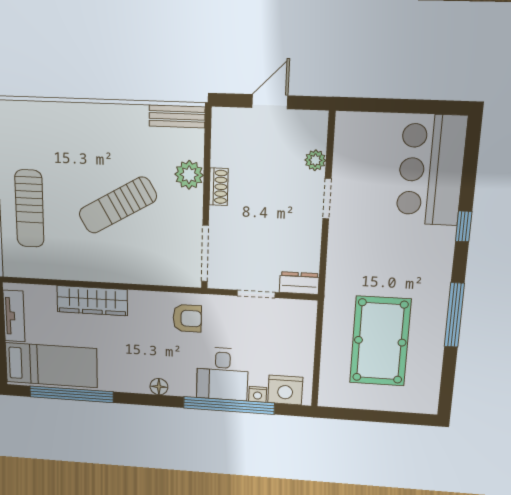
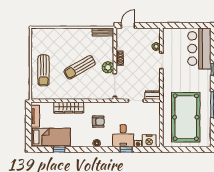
door: (270, 102) -> (128, 25), moved
plant: (189, 175) -> (108, 67), moved
armchair: (187, 318) -> (98, 122), moved
pool table: (380, 341) -> (186, 117), width x1.36, depth x1.32
window: (71, 394) -> (59, 149), width x0.32
window: (229, 406) -> (126, 149), width x0.32

